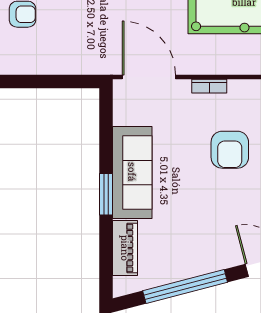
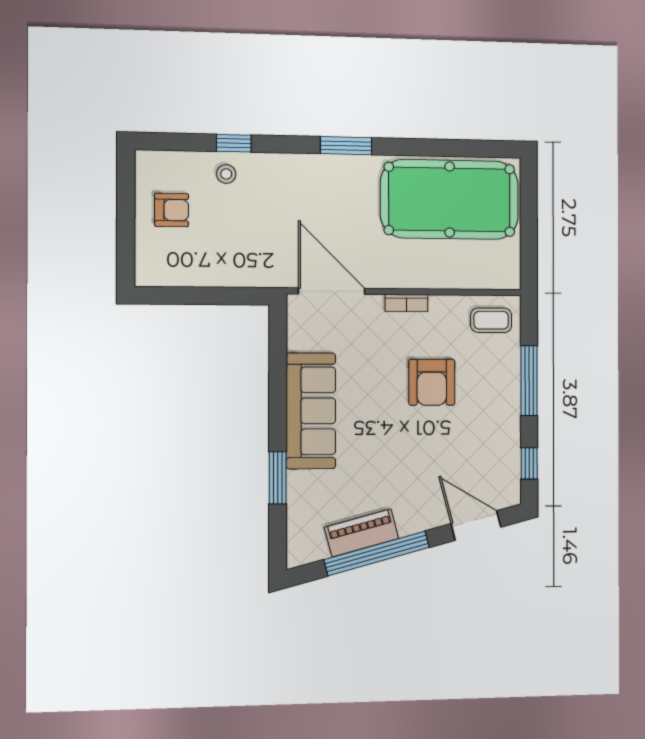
window: (106, 194) -> (278, 478), moved
piano: (125, 248) -> (362, 533), moved, turned -105

